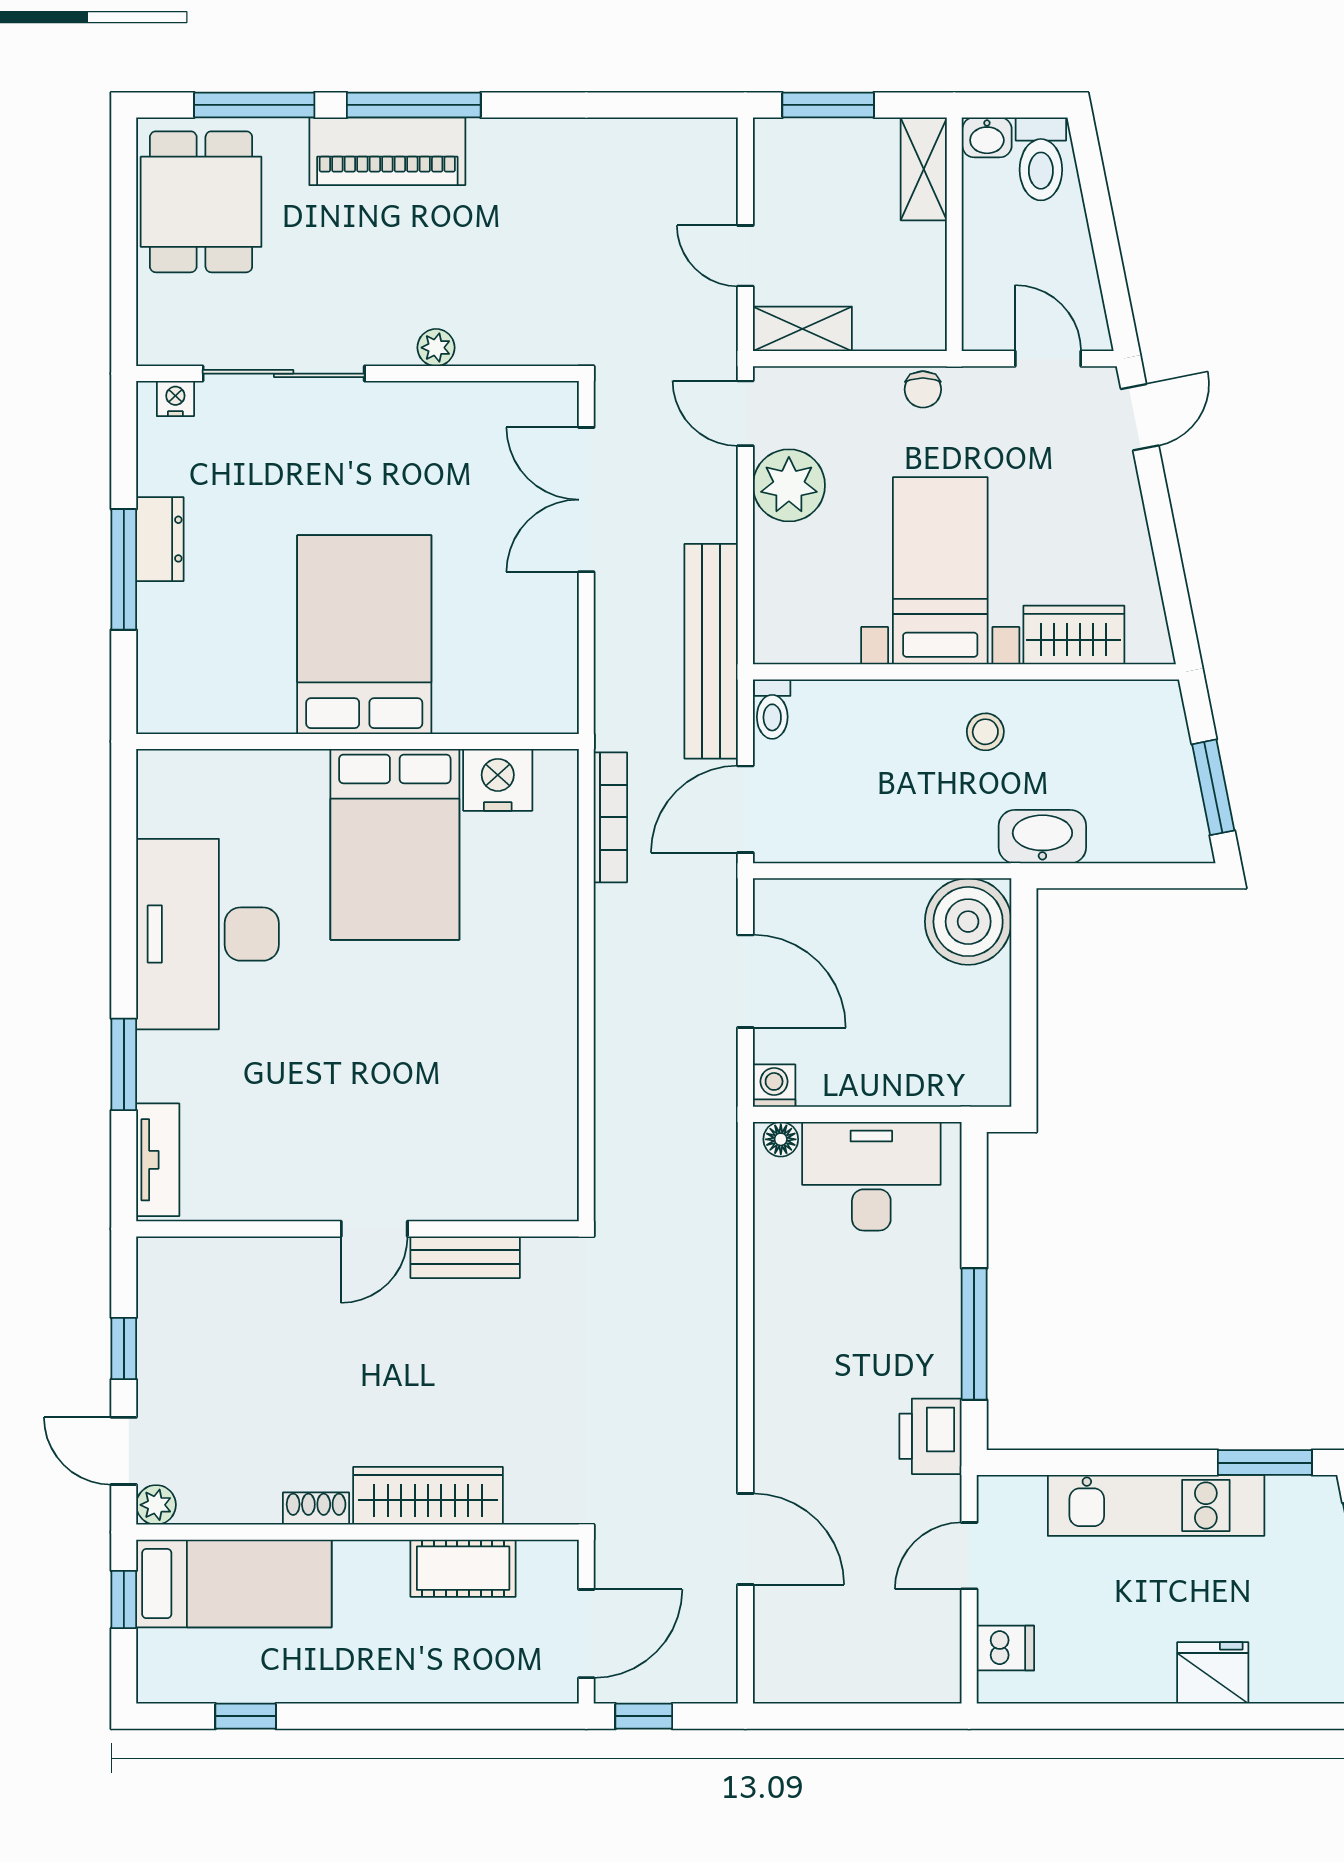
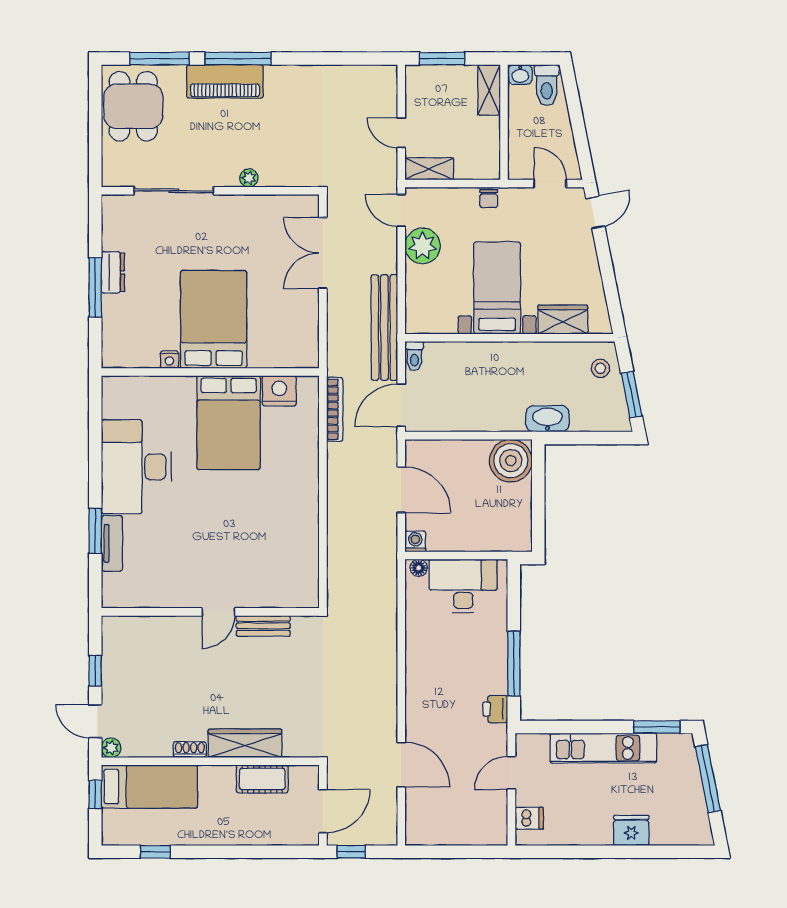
nightstand: (175, 399) -> (169, 360), moved, turned 180
stool: (985, 732) -> (600, 368), moved
tv unit: (158, 1160) -> (112, 543), moved
printer: (930, 1436) -> (495, 709), width x0.73, depth x0.81

